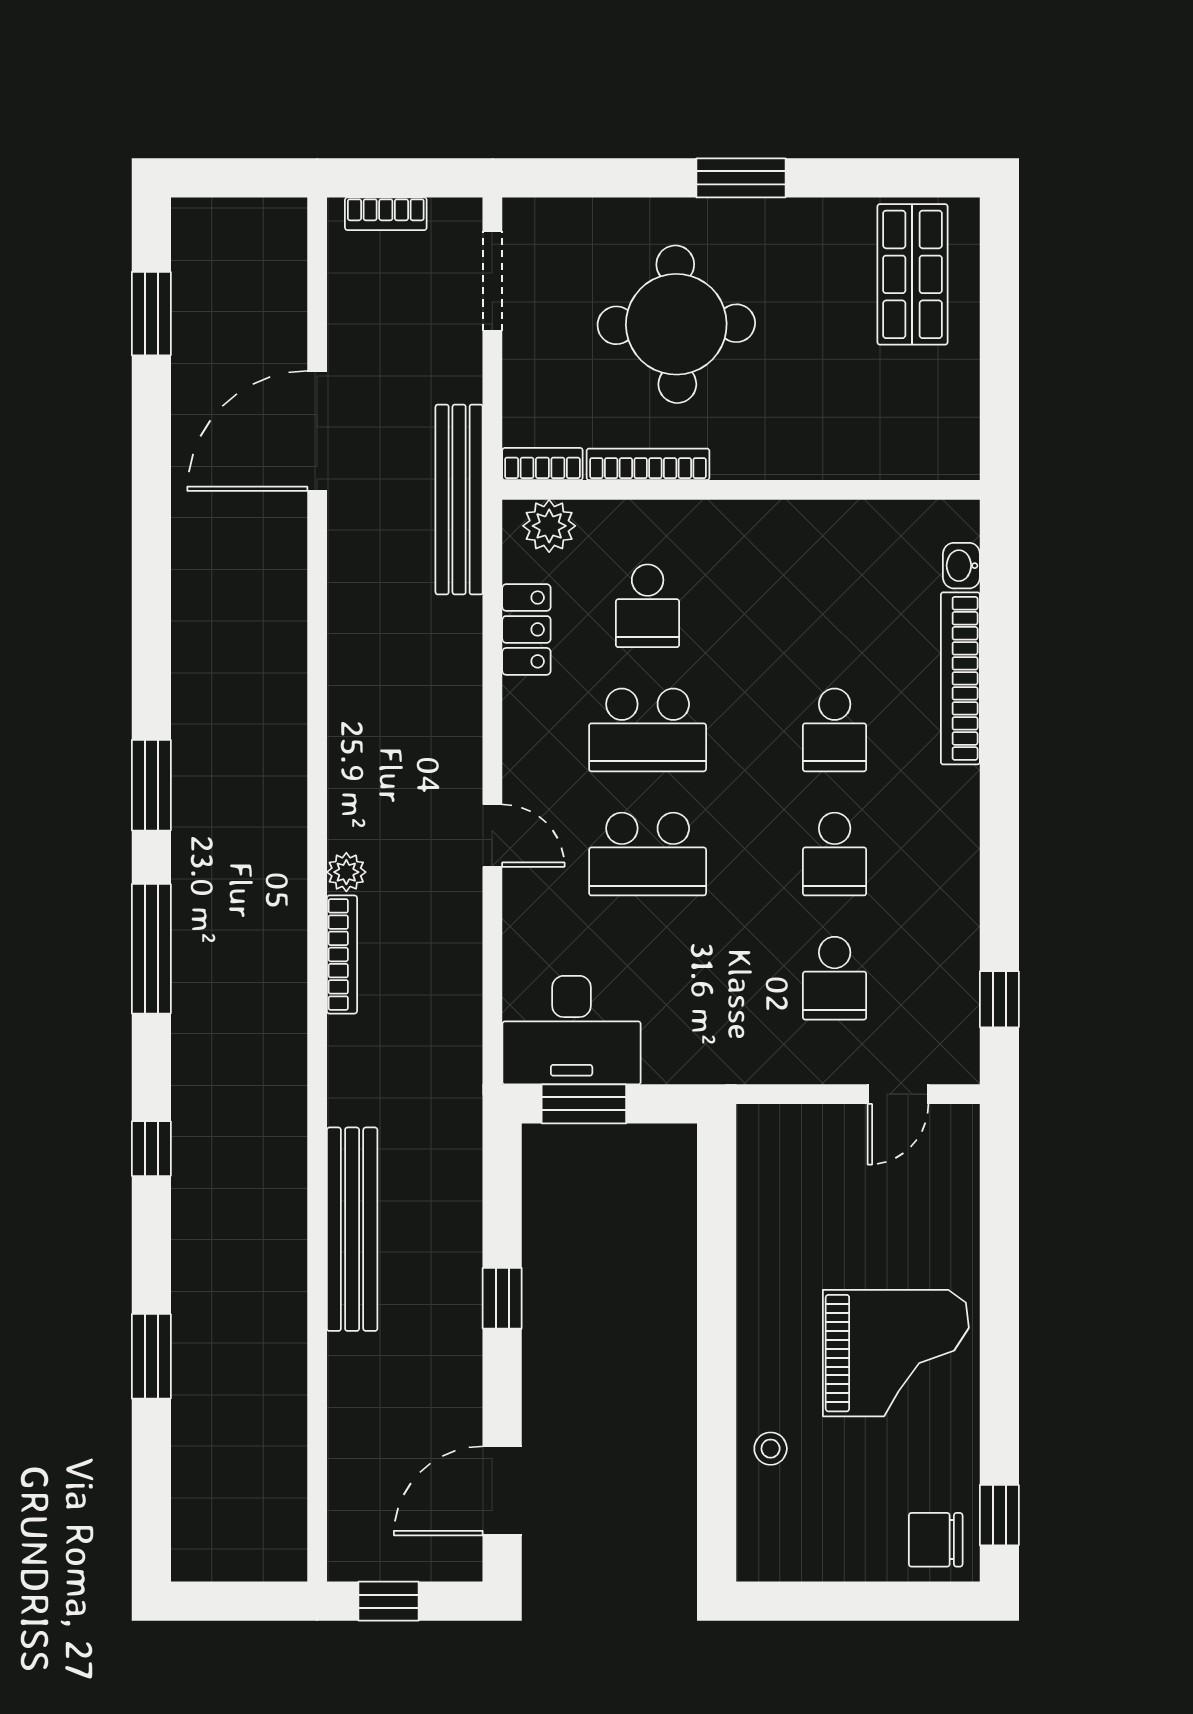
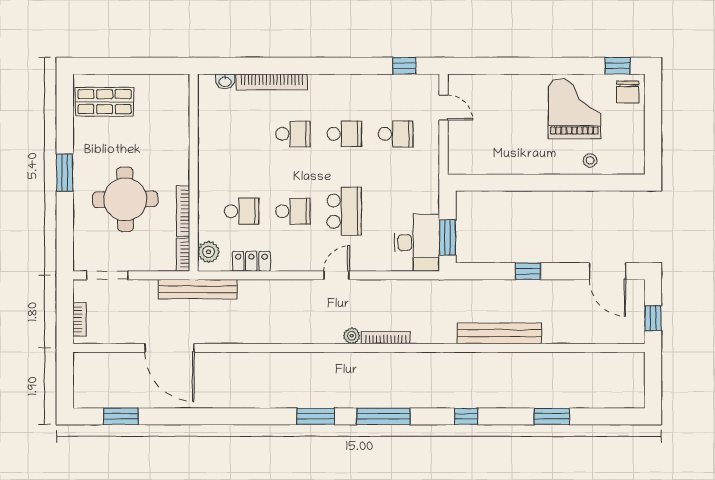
school desk: (648, 730) -> (293, 211), width x0.54
grand piano: (896, 1353) -> (574, 109), moved

